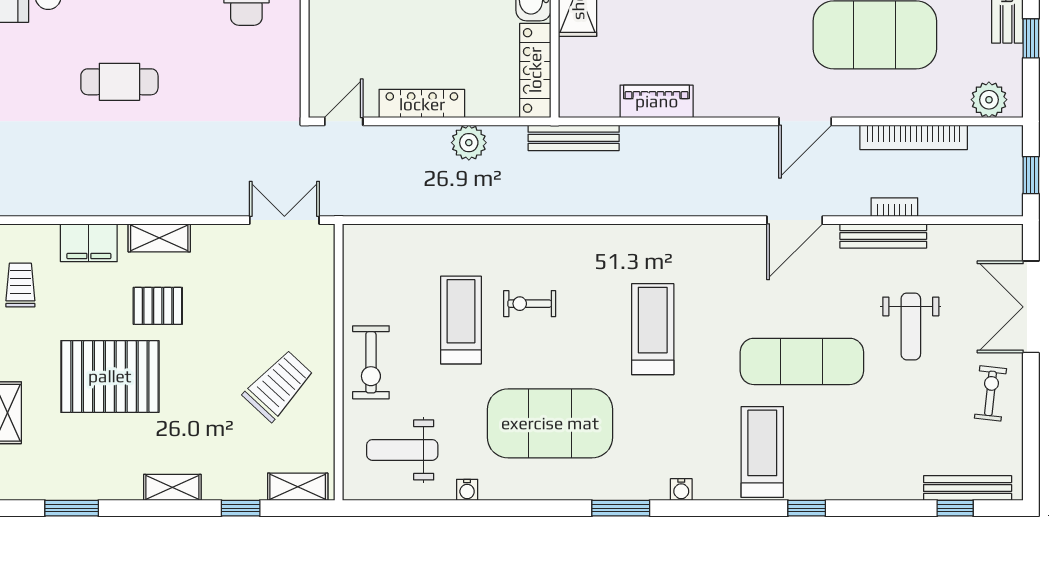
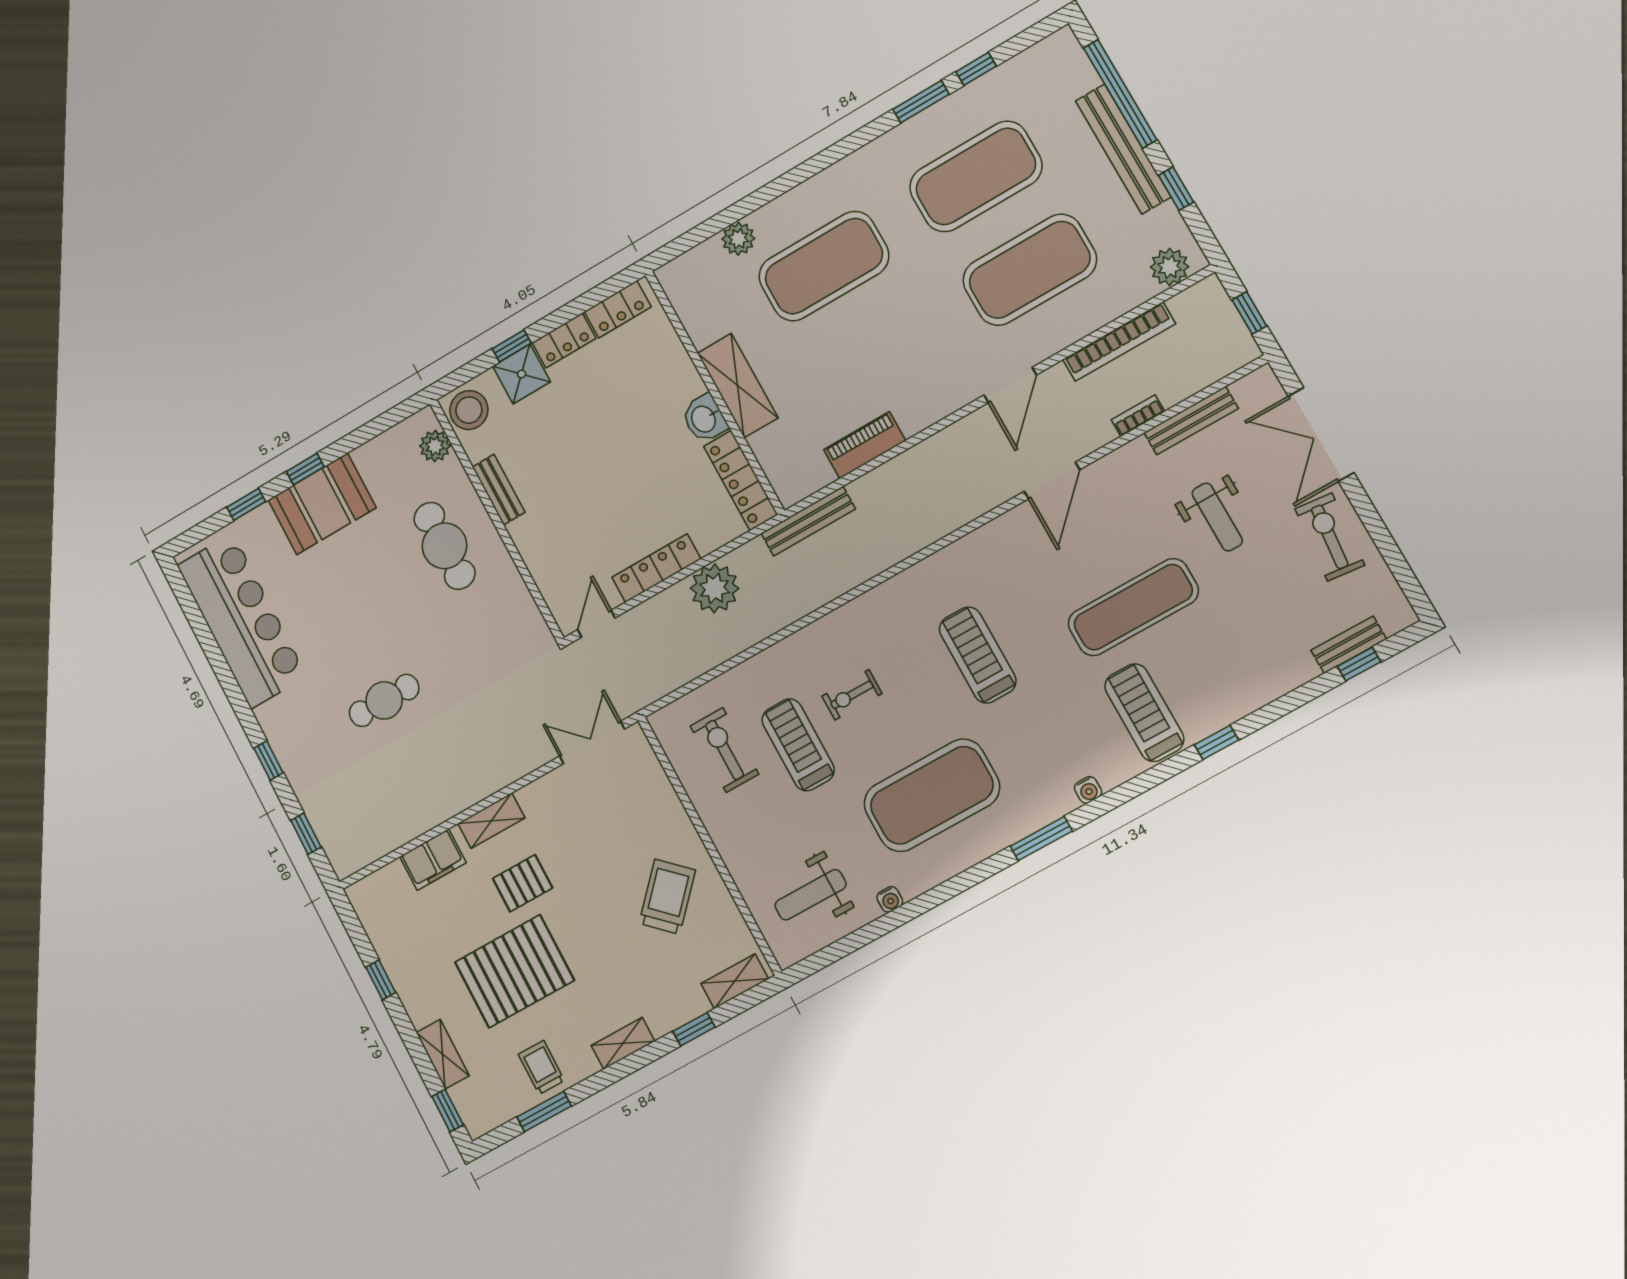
plant: (469, 143) -> (715, 588), width x1.36, depth x1.36
bench: (883, 236) -> (1191, 421), moved
trolley: (20, 285) -> (541, 1067), moved
exercise bike: (371, 362) -> (724, 750), moved, turned 180
exercise bike: (990, 393) -> (1330, 537), width x1.38, depth x1.39
bench: (968, 488) -> (1349, 645), width x0.73

